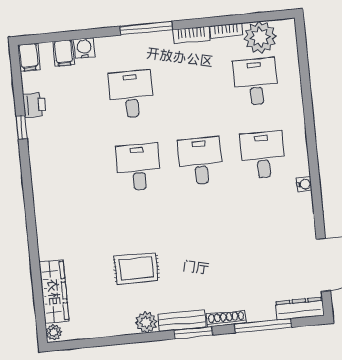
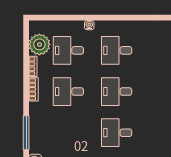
window: (146, 28) -> (26, 133), moved
desk: (131, 94) -> (68, 92), moved
water cooler: (304, 184) -> (89, 25), moved

